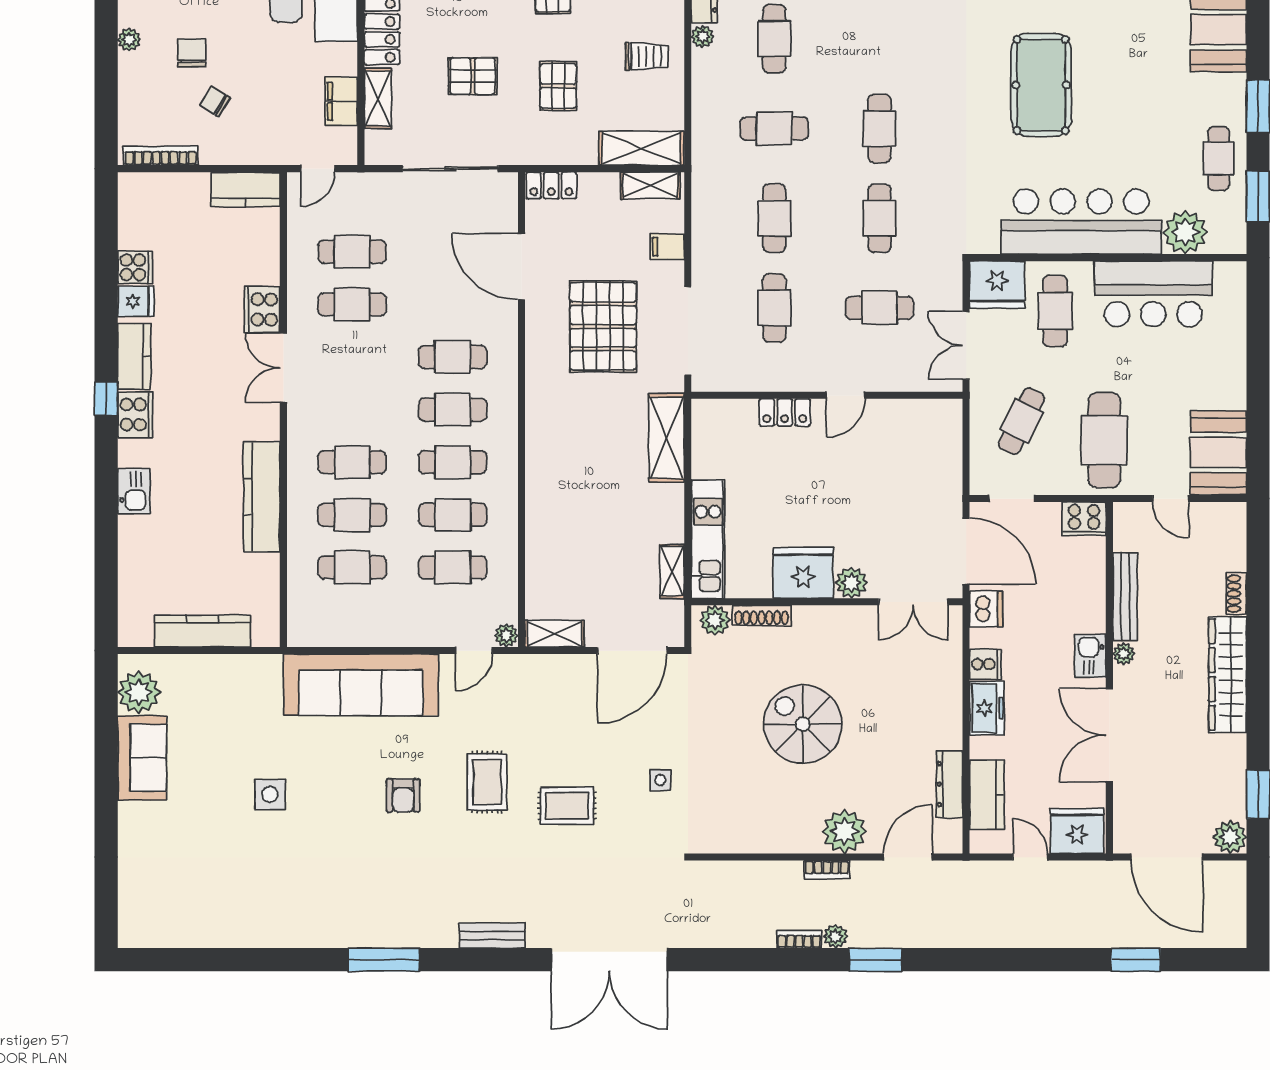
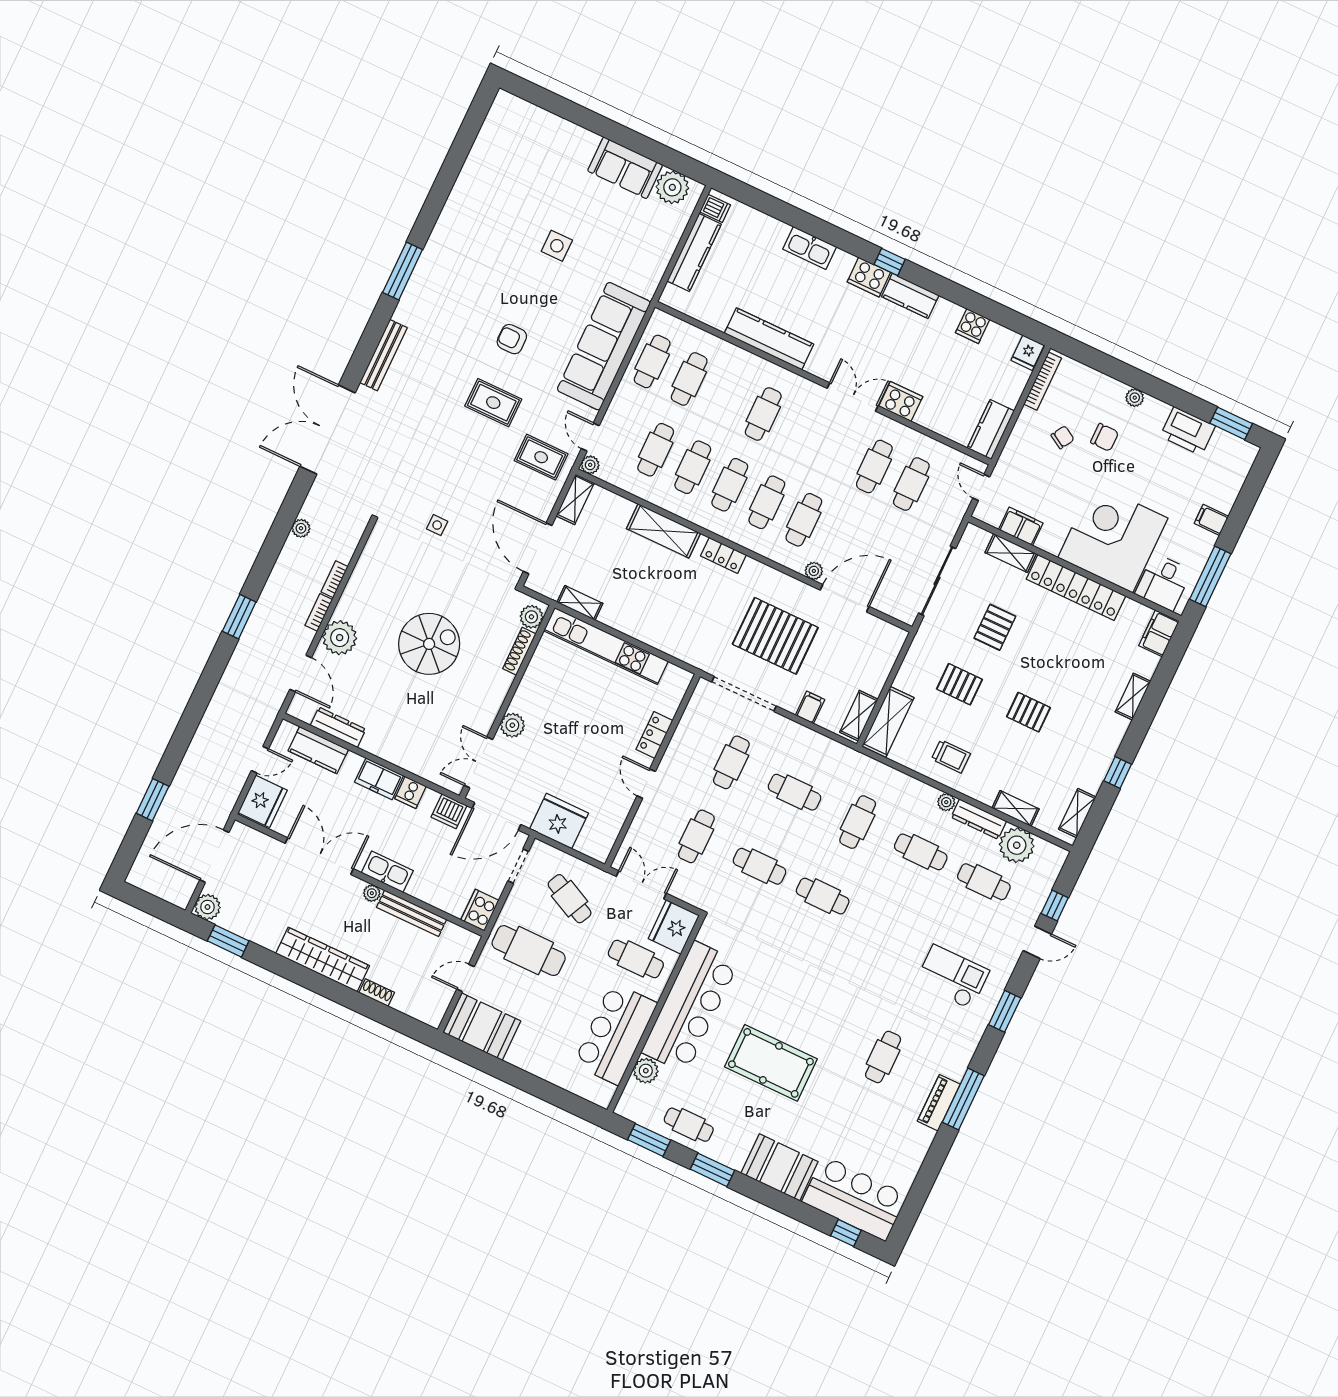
trolley: (647, 56) -> (951, 756), turned -90
pool table: (1041, 85) -> (771, 1063), moved
locker: (551, 185) -> (723, 555), moved, turned -90
plant: (1185, 232) -> (646, 1071), width x0.73, depth x0.73
fridge: (136, 301) -> (1028, 353), moved
cafe table: (774, 308) -> (731, 762), turned 90
plant: (507, 317) -> (814, 571), added
shelving: (667, 438) -> (663, 531), moved
kitchen sink: (134, 491) -> (810, 248), width x1.38
cafe table: (352, 515) -> (652, 361), moved
kitchen unit: (708, 539) -> (606, 646), width x1.36
fridge: (803, 573) -> (559, 821), moved, turned -90
dishwasher: (140, 631) -> (715, 208), added
kitchen sink: (1090, 656) -> (387, 872), width x1.38
rug: (567, 806) -> (541, 457), moved, turned 90
bench: (492, 936) -> (384, 355), width x1.36
plant: (835, 936) -> (301, 528), moved
bookcase: (799, 939) -> (335, 579), moved, turned 180

